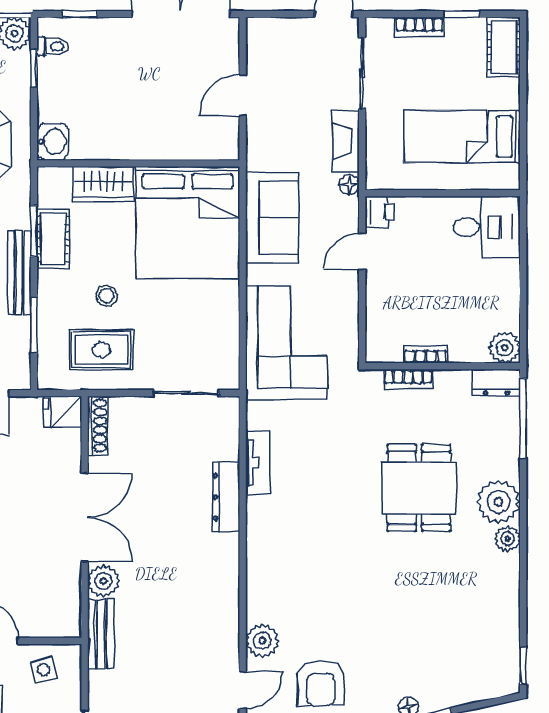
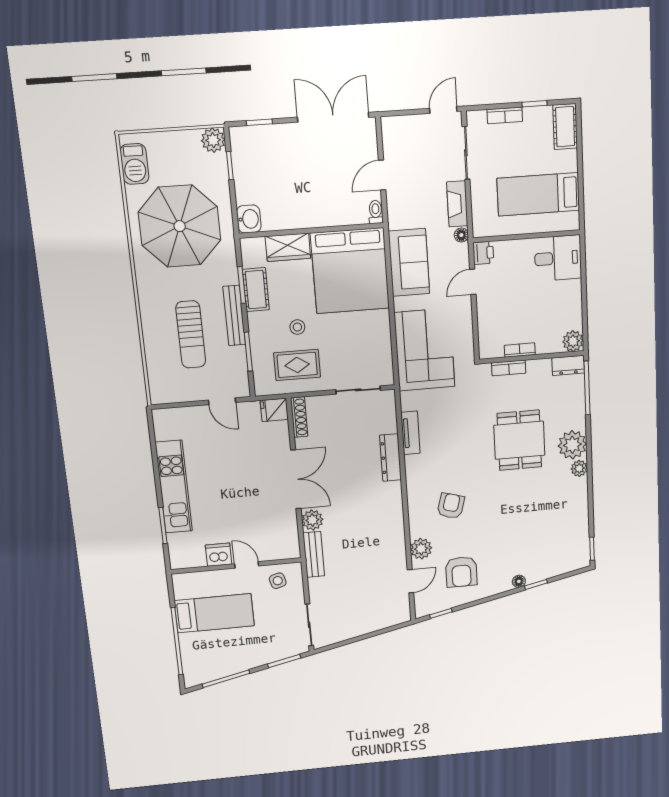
toilet: (53, 46) -> (376, 212), moved, turned -90
armchair: (311, 579) -> (451, 506), added

